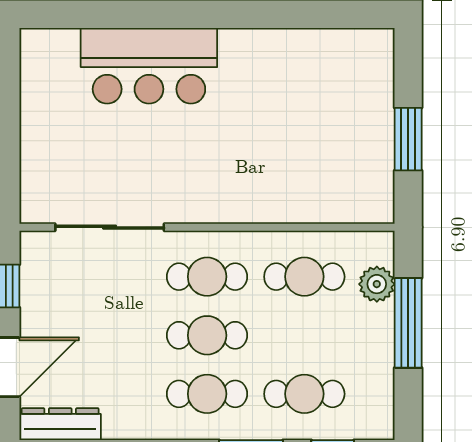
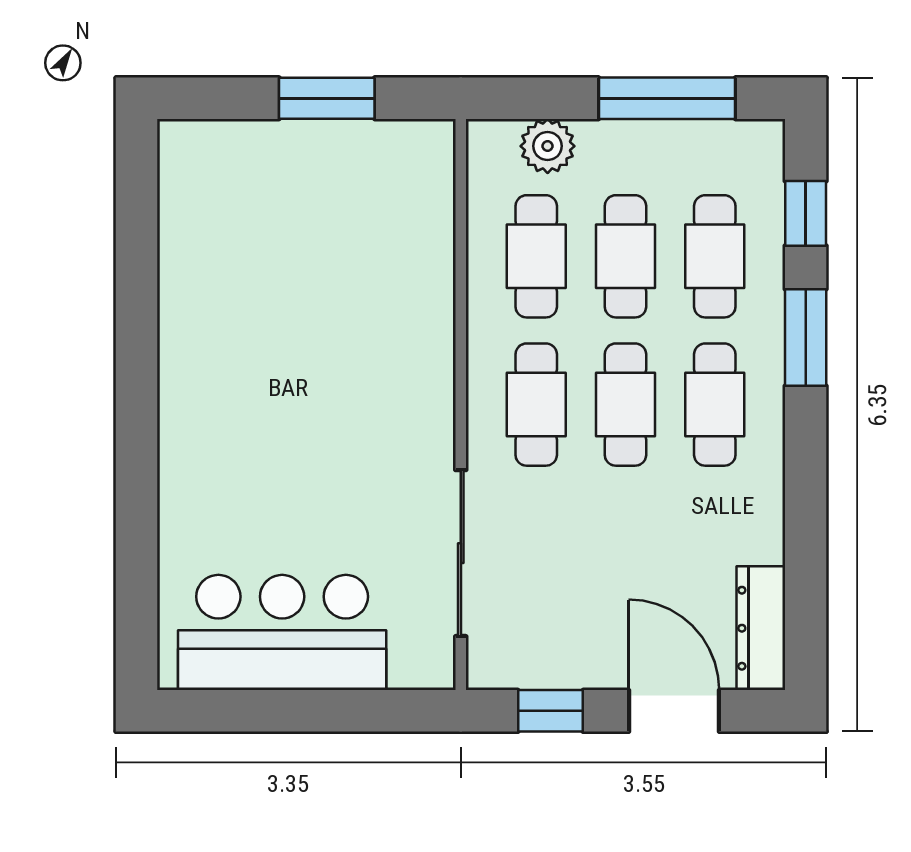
bar counter: (149, 66) -> (282, 632), moved, turned -90
window: (408, 323) -> (667, 98), moved
cafe table: (304, 335) -> (625, 256), added

